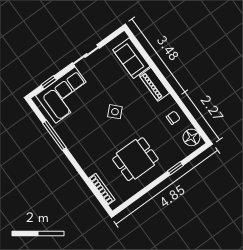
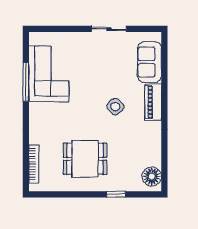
window: (49, 82) -> (56, 29), removed
corner sofa: (65, 95) -> (49, 74), moved, turned -90
side table: (115, 112) -> (115, 107), moved
chair: (173, 118) -> (148, 146), removed

